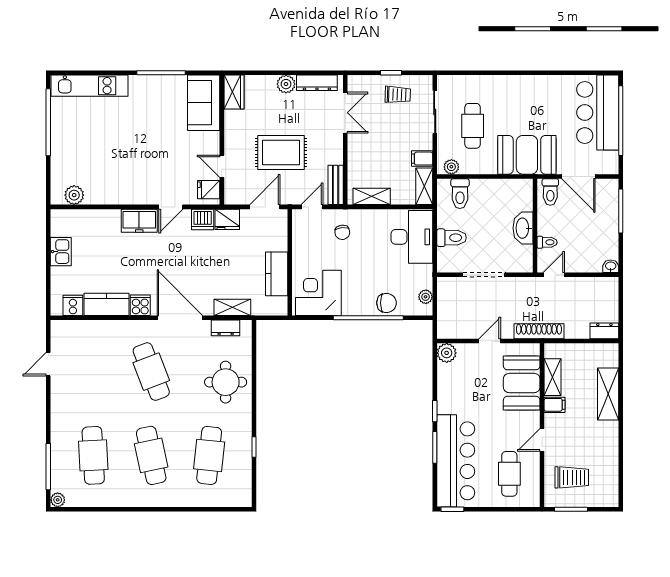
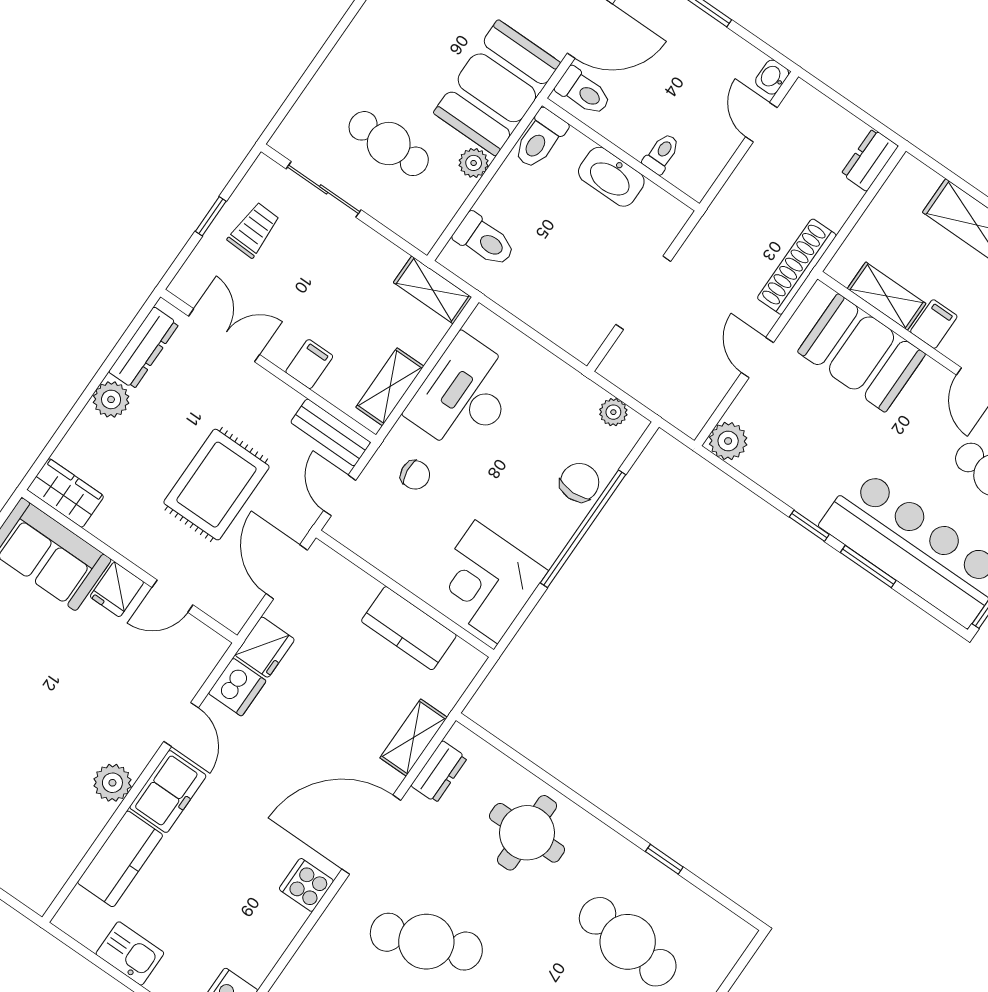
filing cabinet: (422, 159) -> (309, 364), moved, turned 180
plant: (451, 167) -> (474, 163), moved
fridge: (209, 190) -> (117, 589), moved
plant: (74, 195) -> (112, 783), moved
desk: (412, 237) -> (464, 395), moved, turned -90
toilet: (452, 238) -> (540, 139), moved, turned 180
door: (554, 275) -> (761, 122), moved
kitchen counter: (107, 304) -> (120, 859), moved, turned 180

